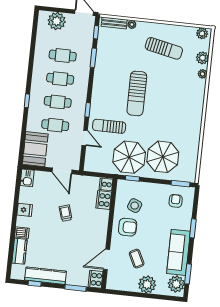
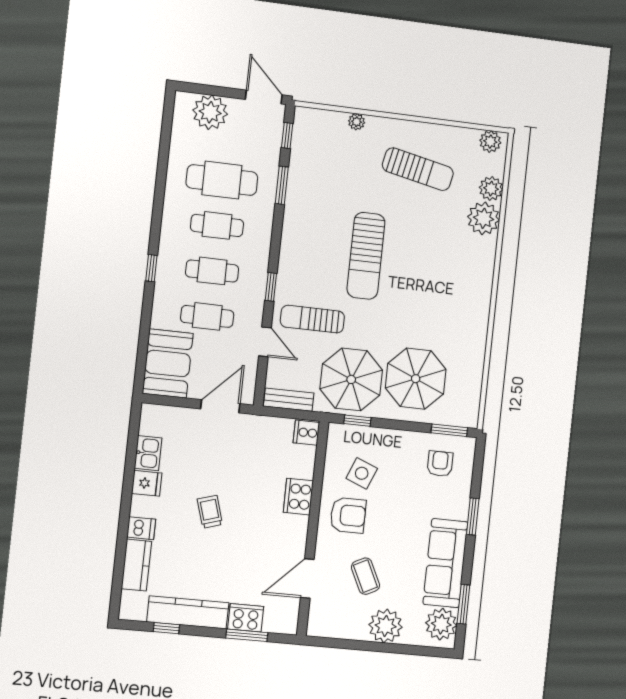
bench: (114, 23) -> (289, 400), moved
cafe table: (63, 56) -> (222, 180), width x1.37, depth x1.35
plant: (203, 74) -> (484, 218), width x1.88, depth x1.88
door: (62, 171) -> (220, 406), swing flipped
kitchen sink: (27, 178) -> (148, 453), moved
cooker: (104, 200) -> (298, 497), moved
trolley: (65, 213) -> (210, 512), moved
cooker: (96, 279) -> (246, 618), moved, turned 90

